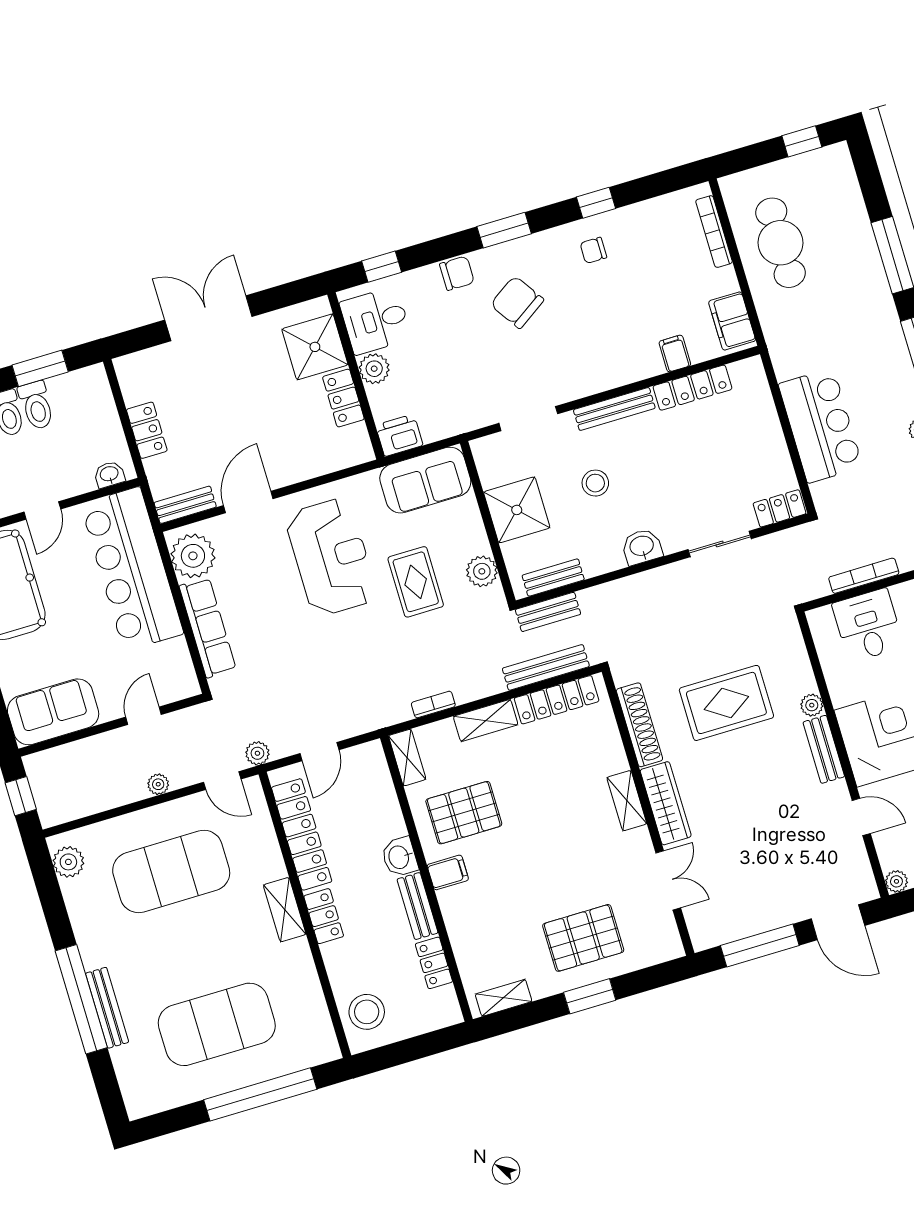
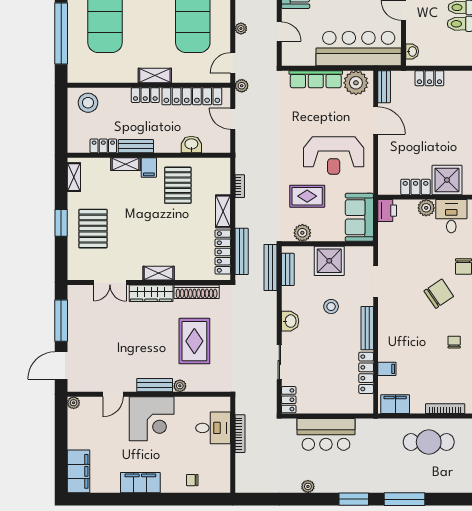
bench: (548, 612) -> (271, 267), width x1.36
shelving: (407, 758) -> (126, 164), moved
washbasin: (400, 857) -> (191, 144), moved

